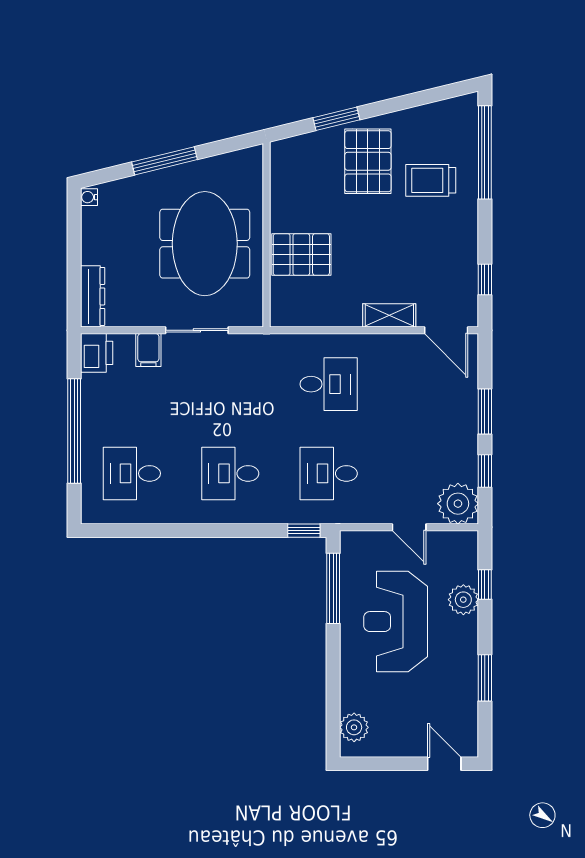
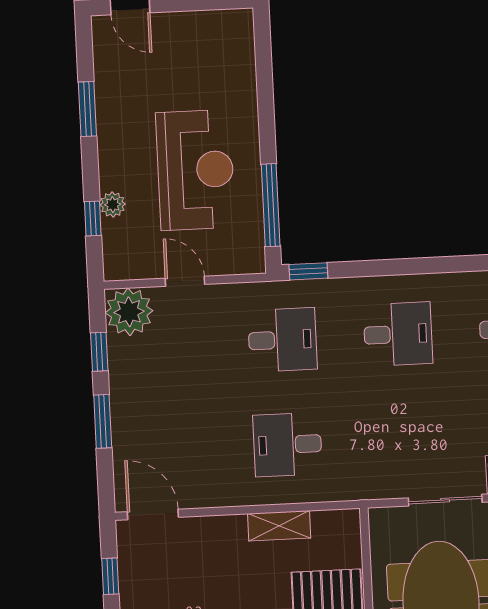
shelving: (389, 315) -> (279, 526), moved
plant: (463, 600) -> (113, 205), width x0.73, depth x0.73
plant: (354, 727) -> (238, 43), removed

